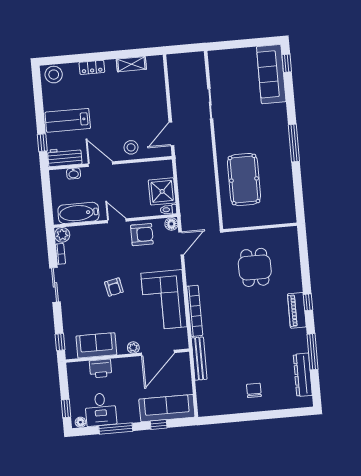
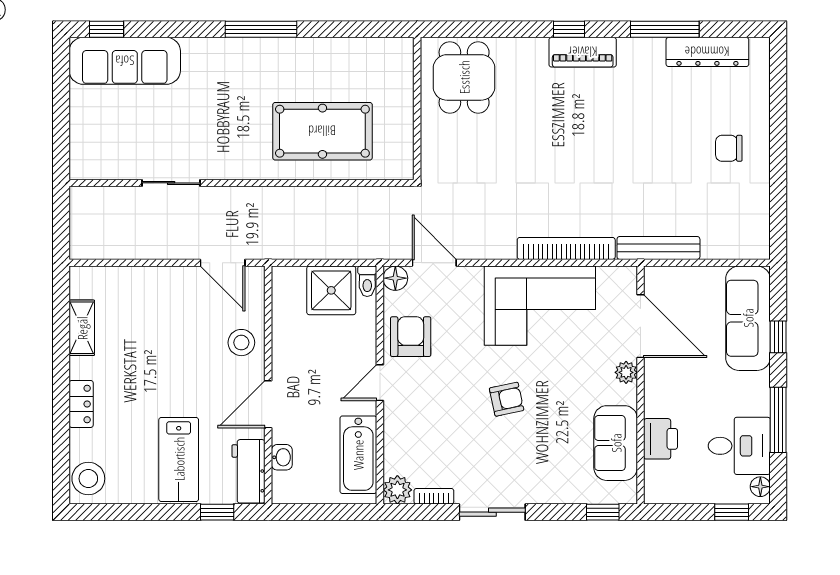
dining table: (255, 267) -> (464, 77), moved, turned 90

